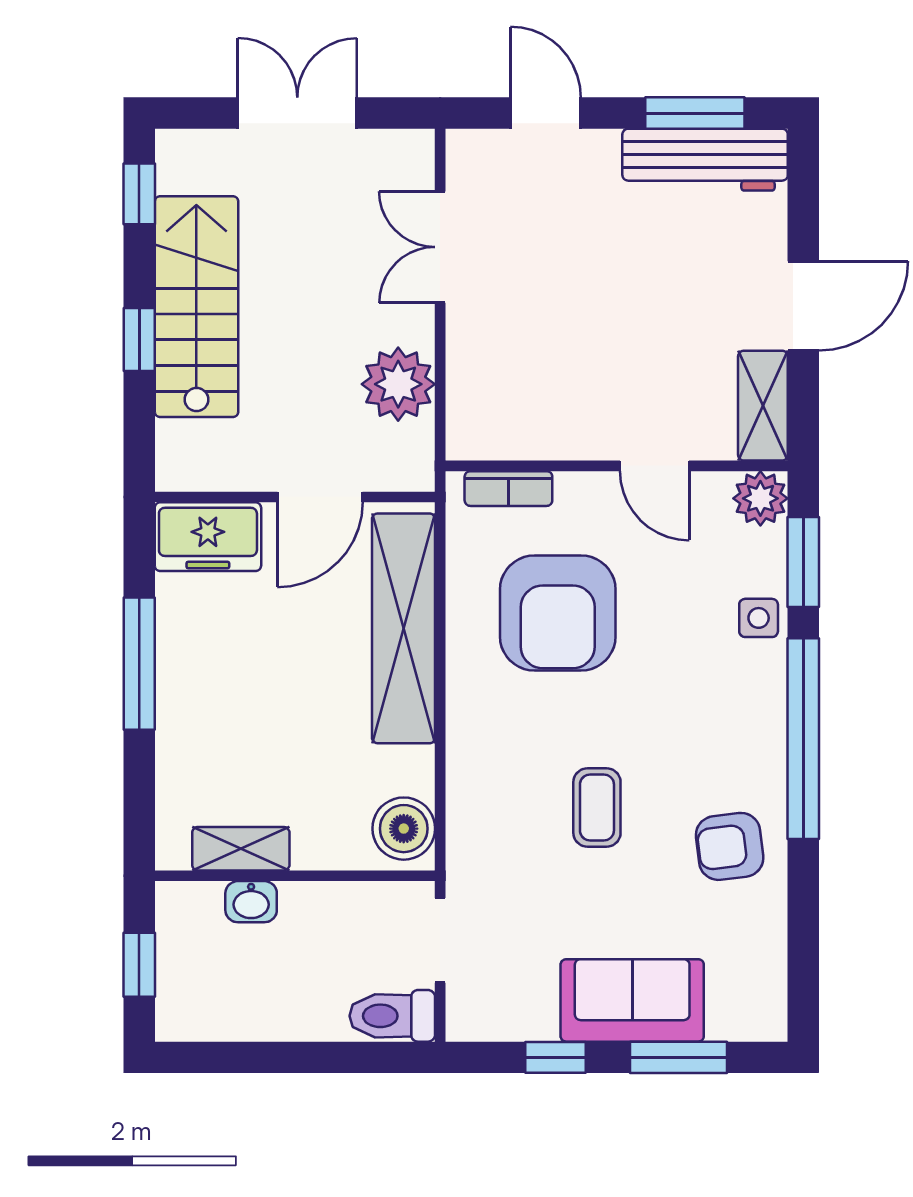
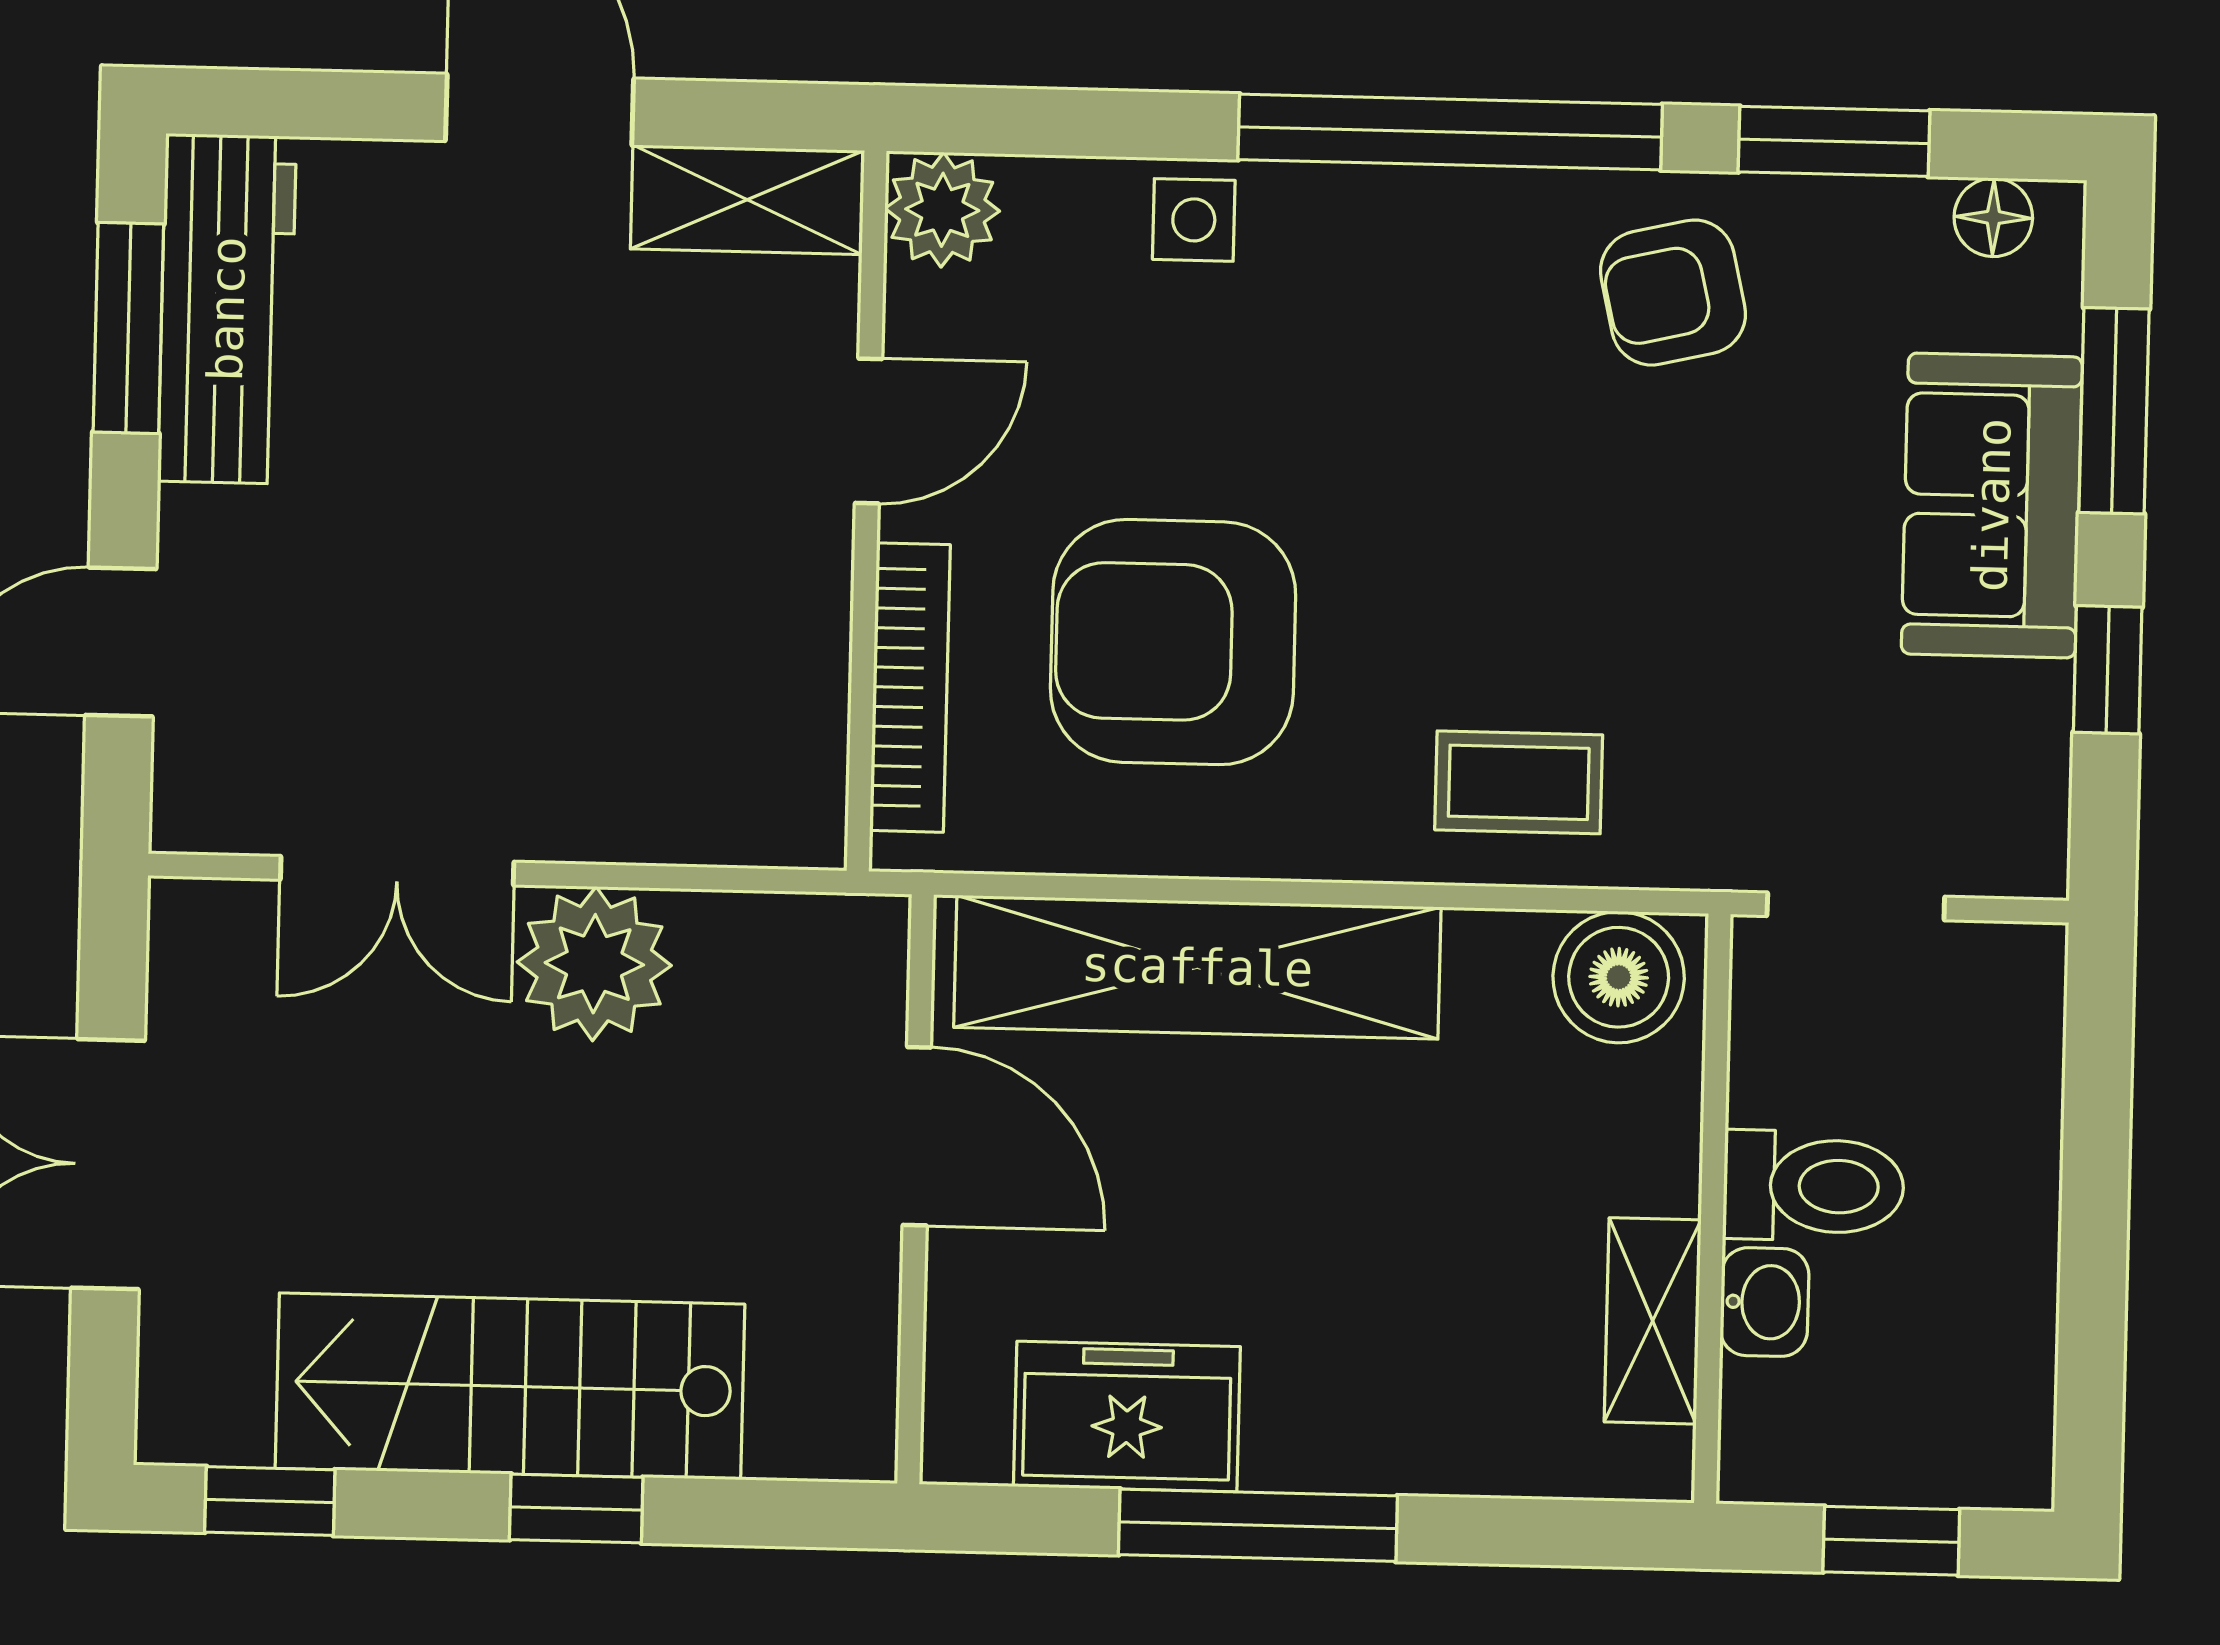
plant: (398, 384) -> (594, 964), moved
bookcase: (508, 489) -> (910, 688), width x1.56
freezer: (208, 537) -> (1127, 1417), moved, turned -90
window: (803, 562) -> (1834, 141), moved
armchair: (558, 613) -> (1173, 642), turned 180
coffee table: (597, 807) -> (1519, 782), moved
armchair: (730, 846) -> (1673, 293), turned 84
floor lamp: (769, 998) -> (1993, 217), added
toilet: (392, 1016) -> (1814, 1186), moved, turned -90

